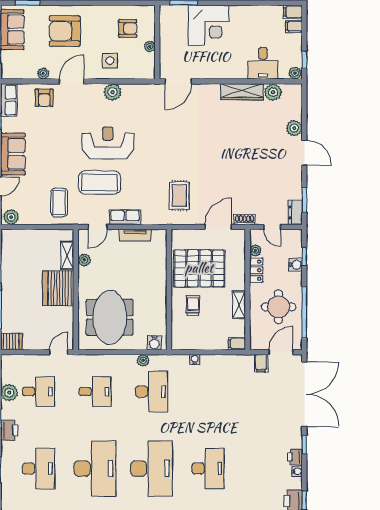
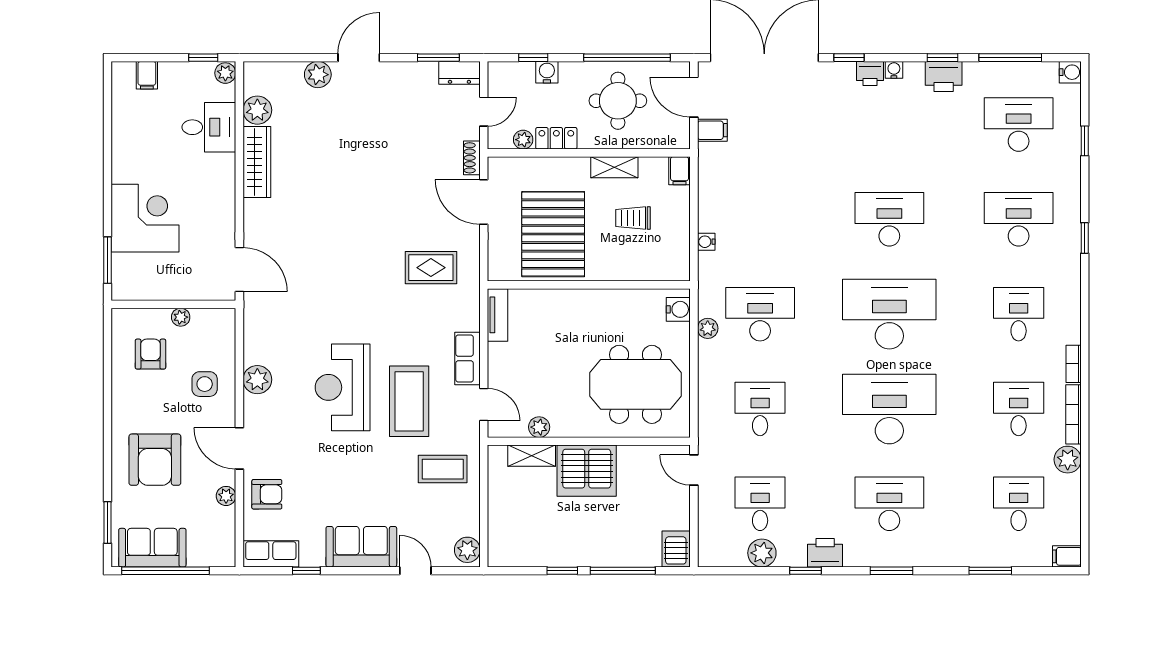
filing cabinet: (293, 12) -> (123, 77), removed
tv unit: (135, 235) -> (497, 315), moved
trolley: (193, 306) -> (633, 218), moved

